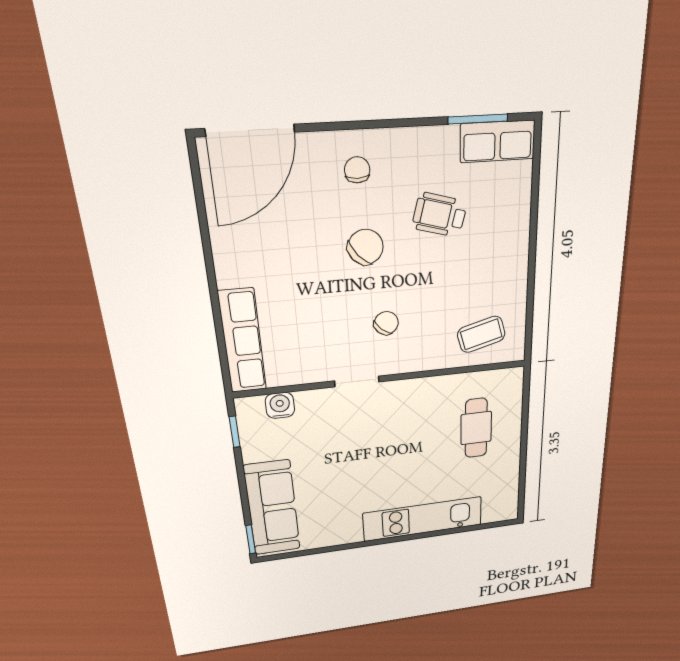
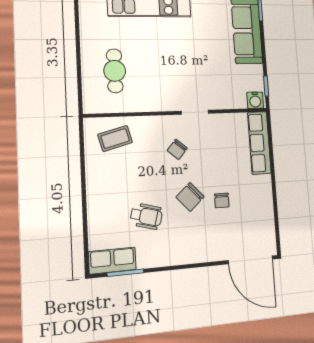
door: (250, 130) -> (250, 260), swing flipped
chair: (357, 170) -> (222, 200), moved
water cooler: (280, 405) -> (255, 100), moved

